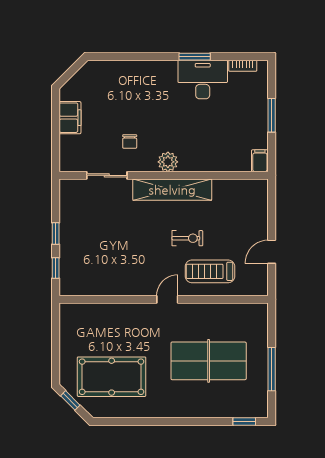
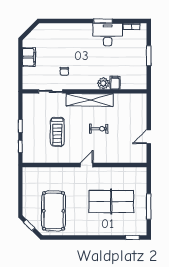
filing cabinet: (260, 161) -> (115, 83), moved
plant: (168, 162) -> (103, 83), moved
treadmill: (210, 271) -> (57, 132), moved, turned -90
pool table: (112, 377) -> (54, 211), turned 90

